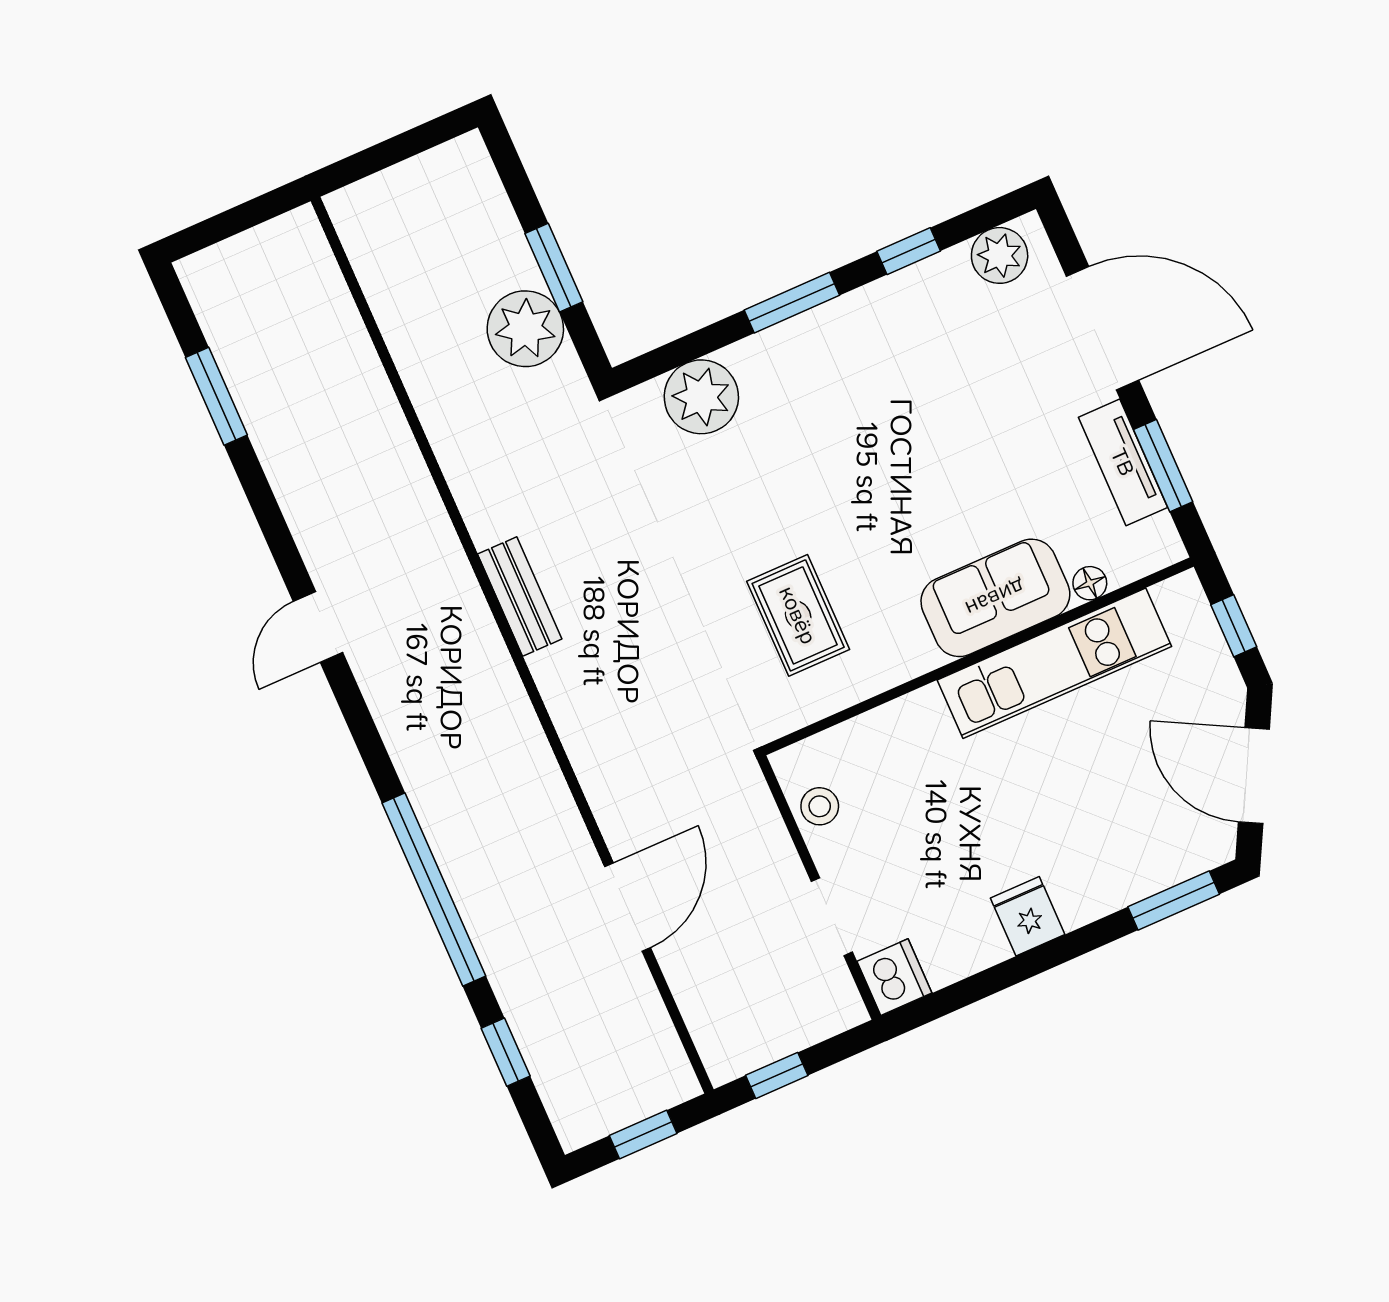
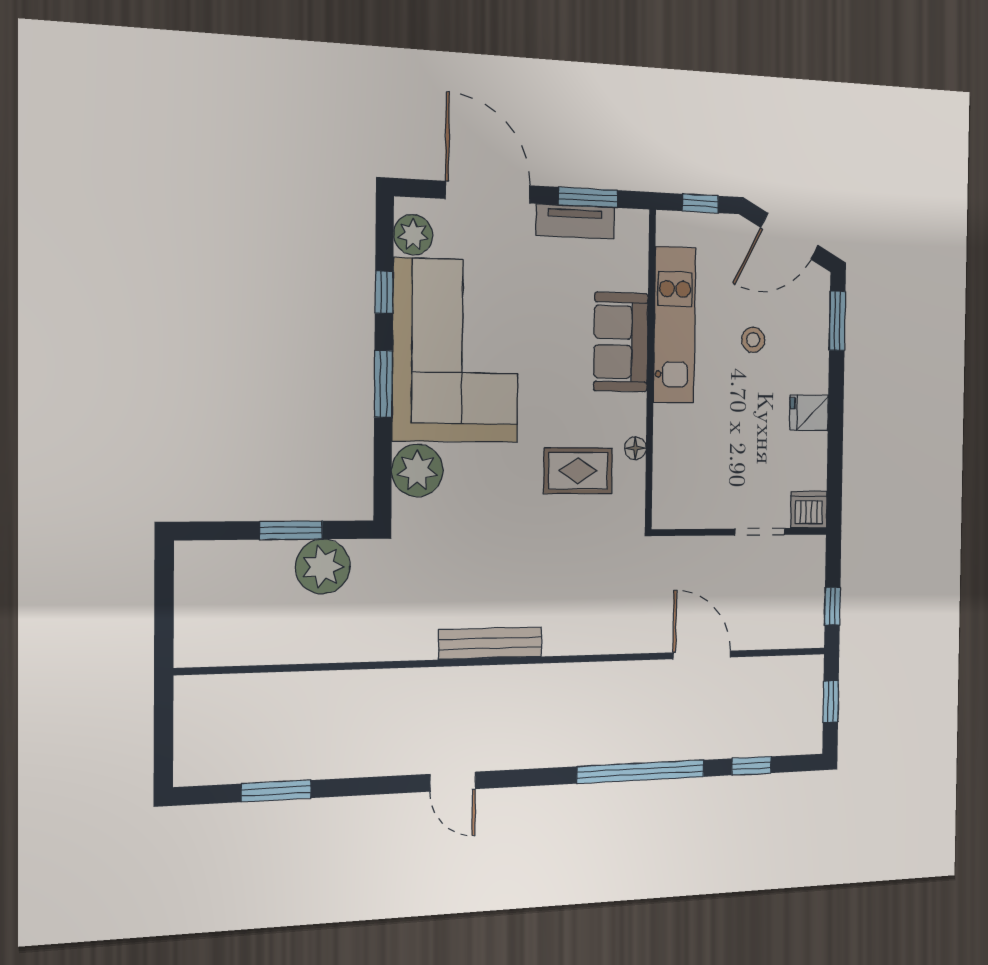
door: (1102, 328) -> (488, 192), hinge flipped
corner sofa: (878, 378) -> (456, 351), added
floor lamp: (1090, 583) -> (635, 448), moved
bench: (520, 597) -> (490, 643), width x1.36
stool: (820, 806) -> (753, 340), moved

